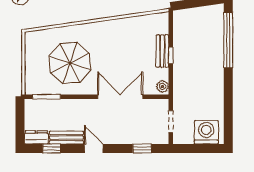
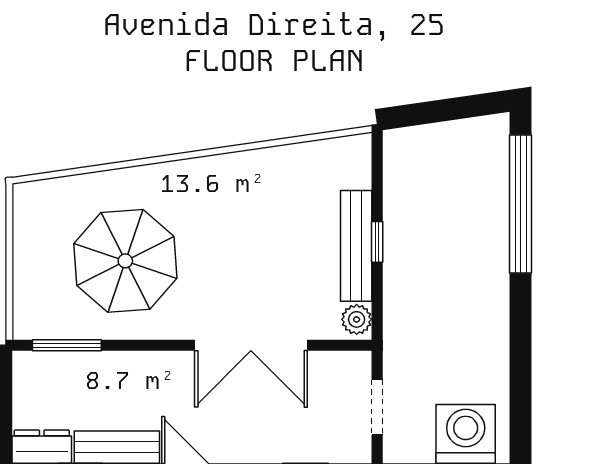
bench: (162, 51) -> (356, 246), width x1.36
double door: (120, 97) -> (251, 345), swing flipped

